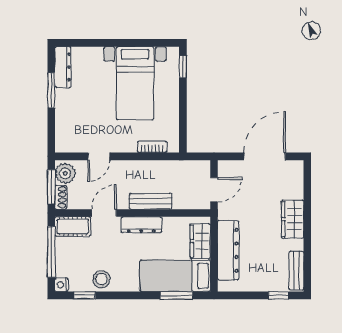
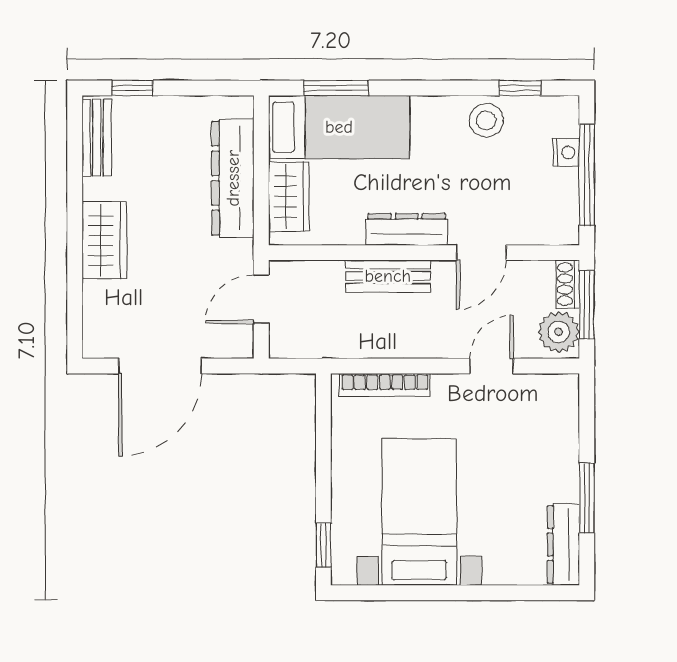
bookcase: (152, 147) -> (385, 385), width x1.56
cot: (73, 226) -> (544, 226), removed
nightstand: (61, 285) -> (566, 152), moved

